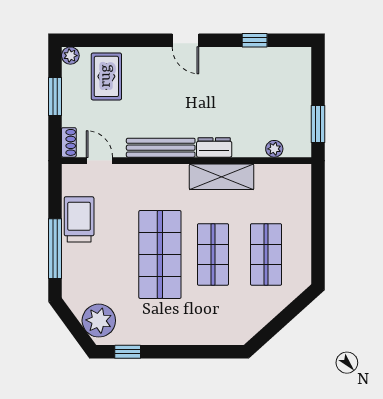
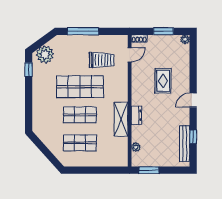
rug: (106, 76) -> (163, 81), moved, turned 90
bench: (161, 148) -> (185, 144), moved
trolley: (79, 219) -> (102, 60), moved

